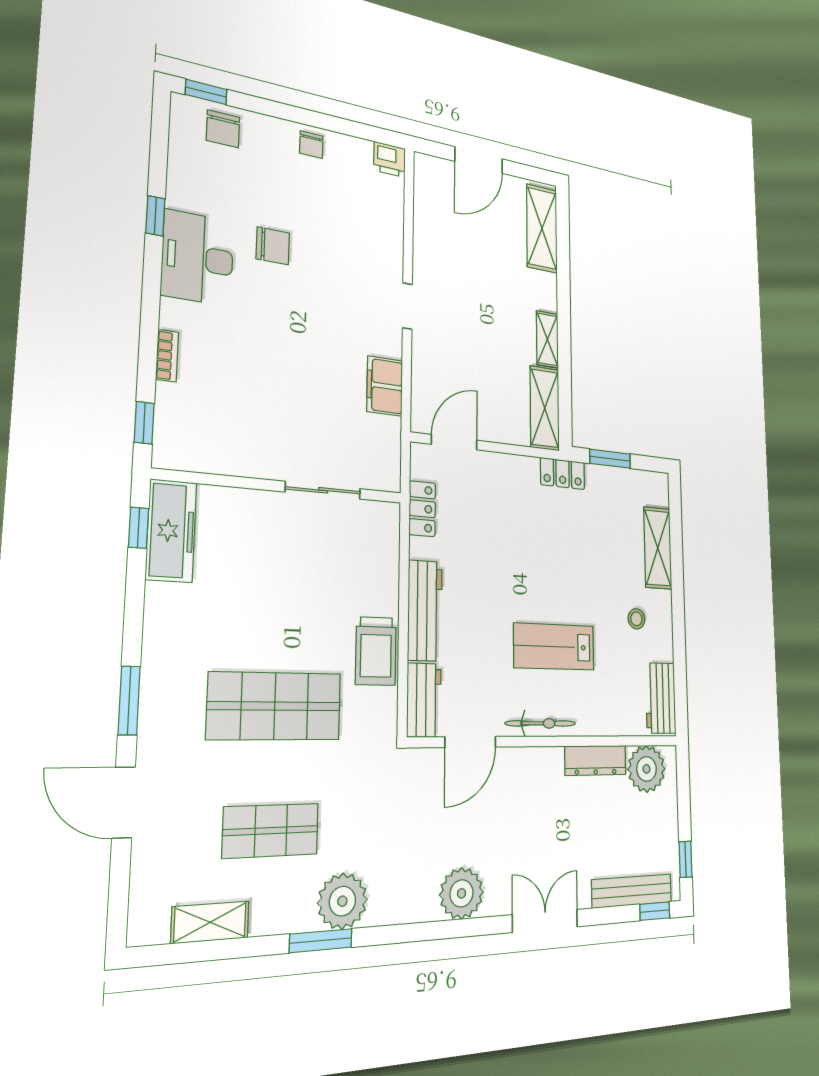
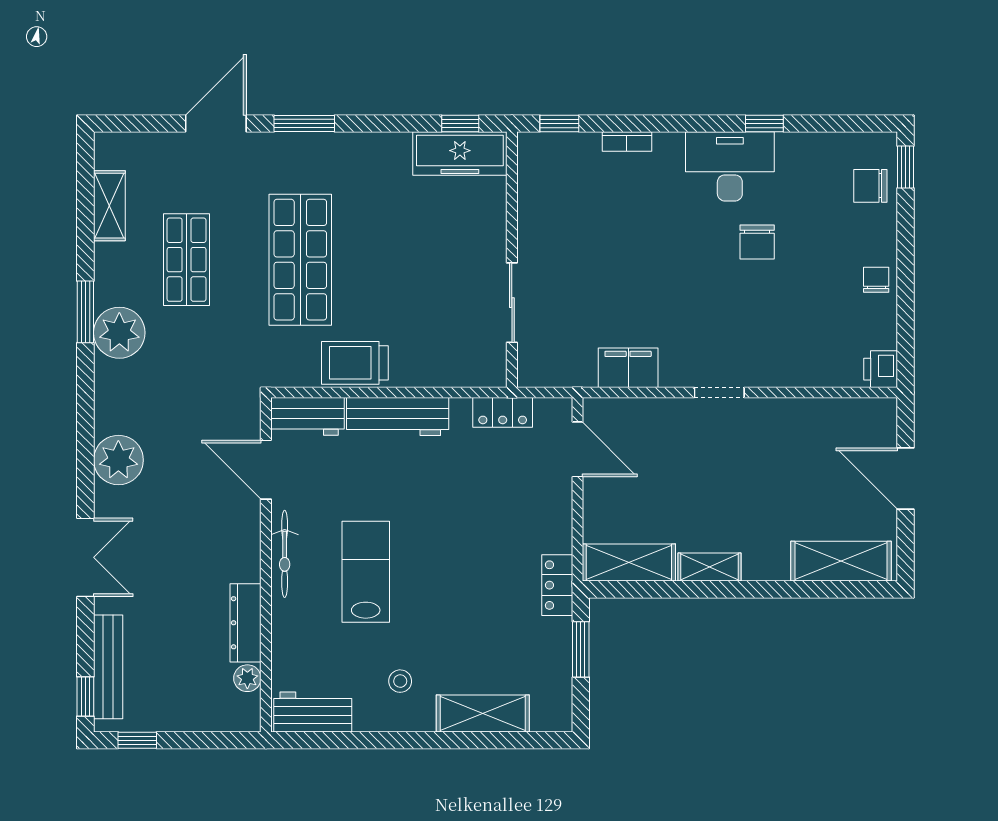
chair: (311, 145) -> (876, 280), turned 90
plant: (646, 769) -> (247, 678), width x0.53, depth x0.53

